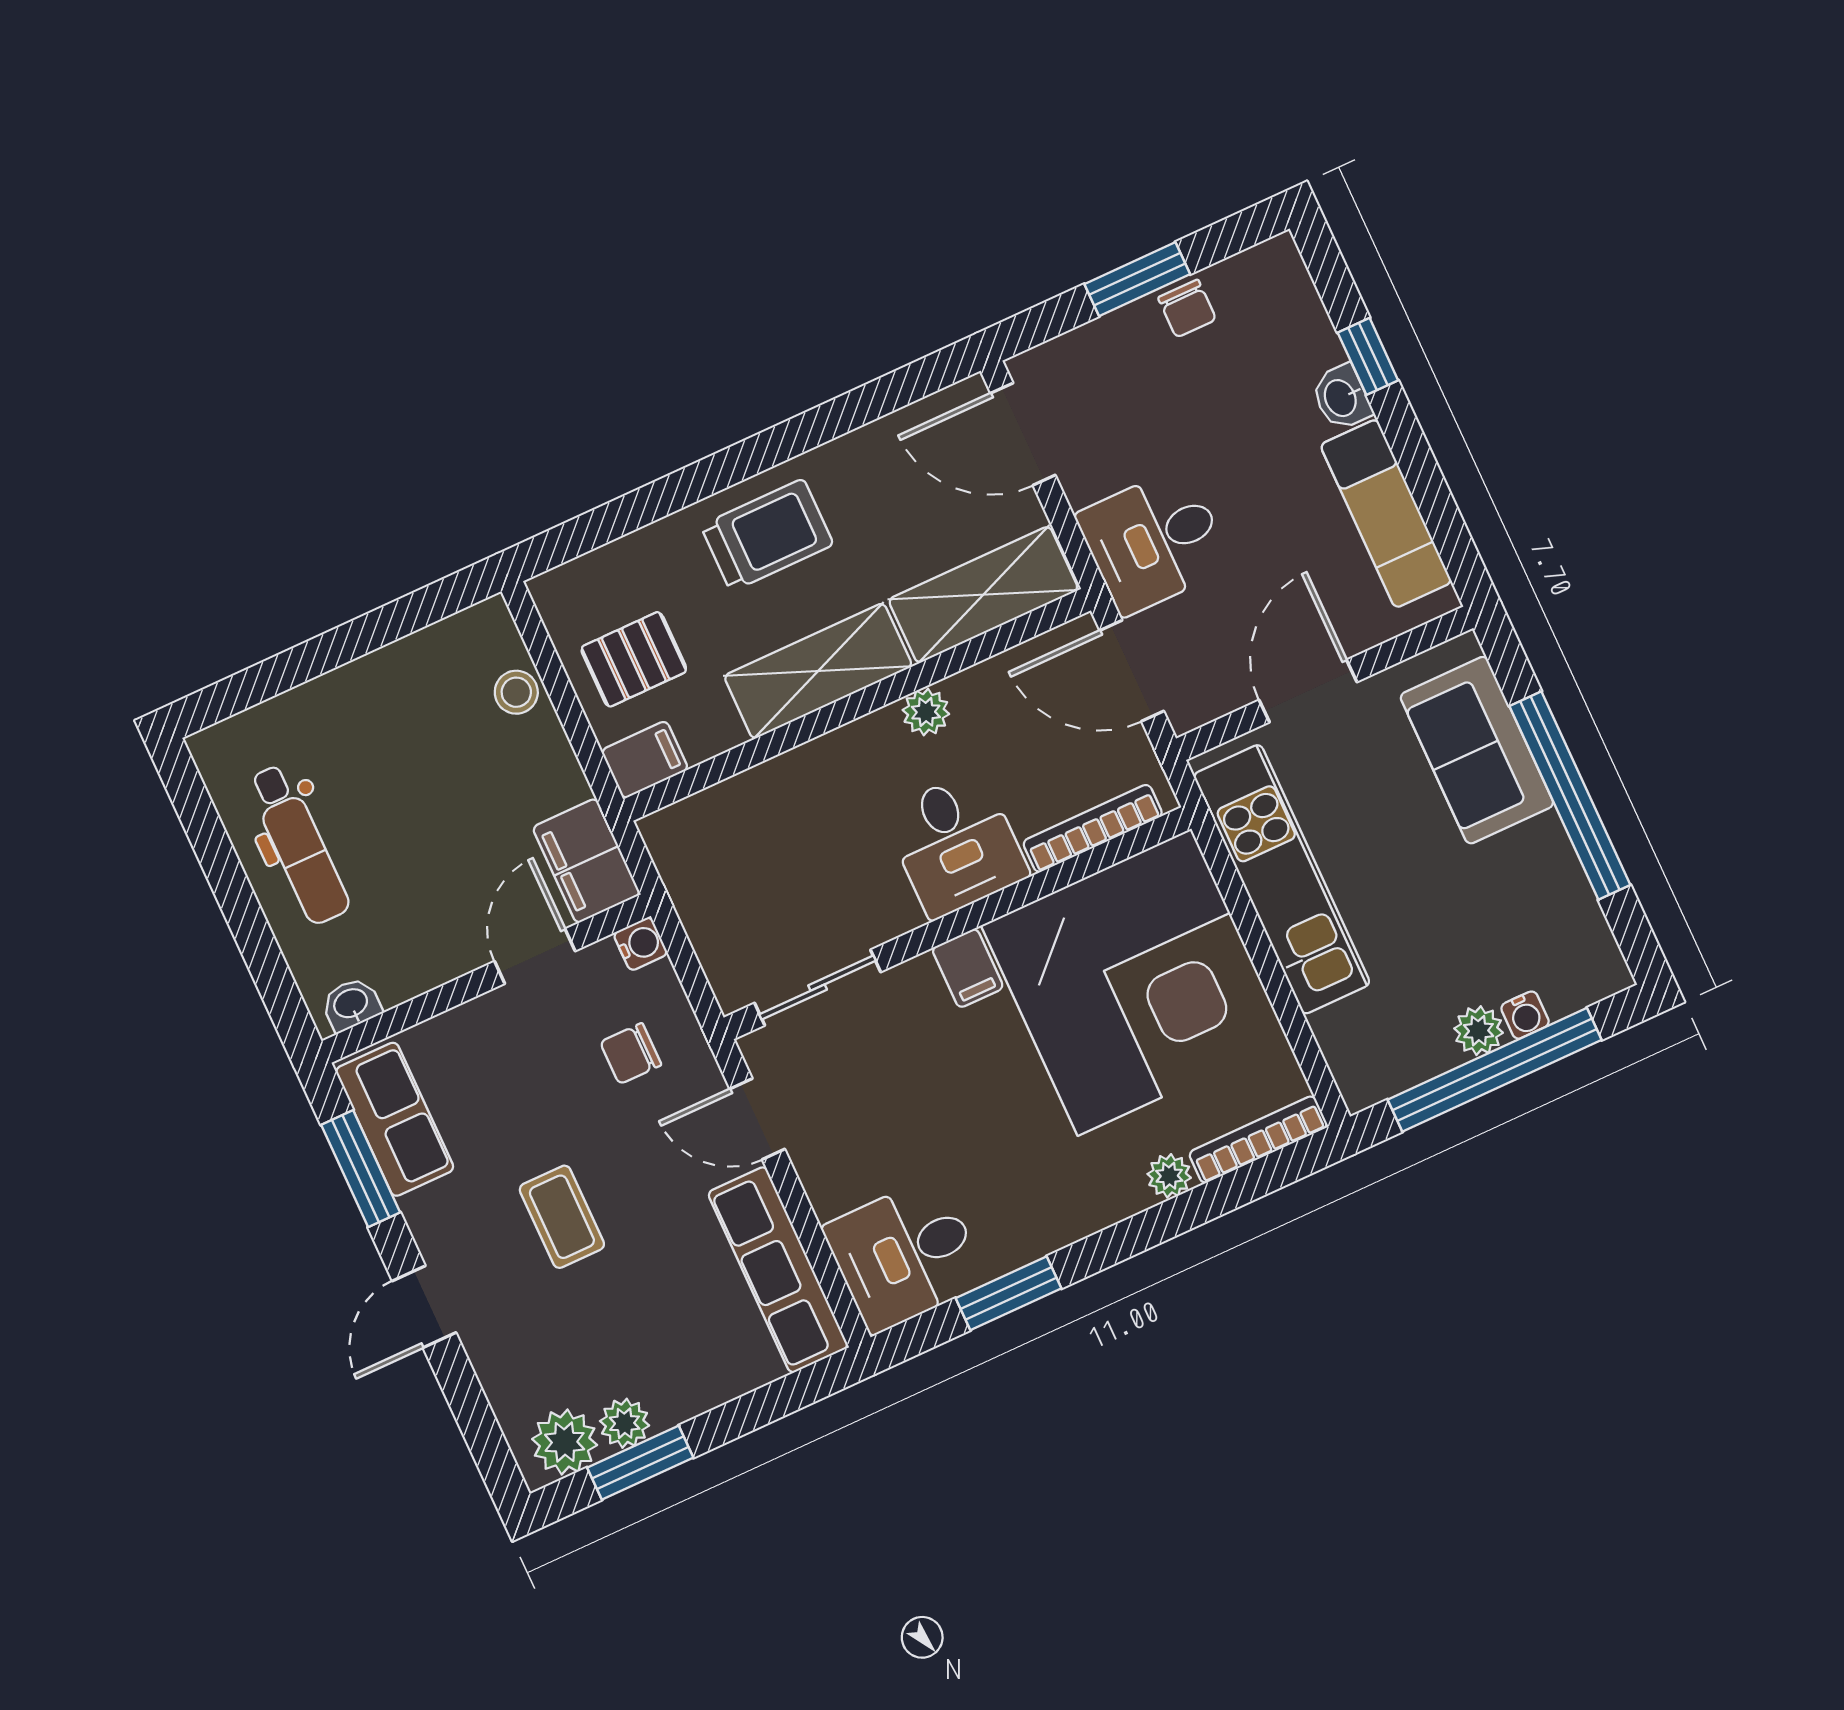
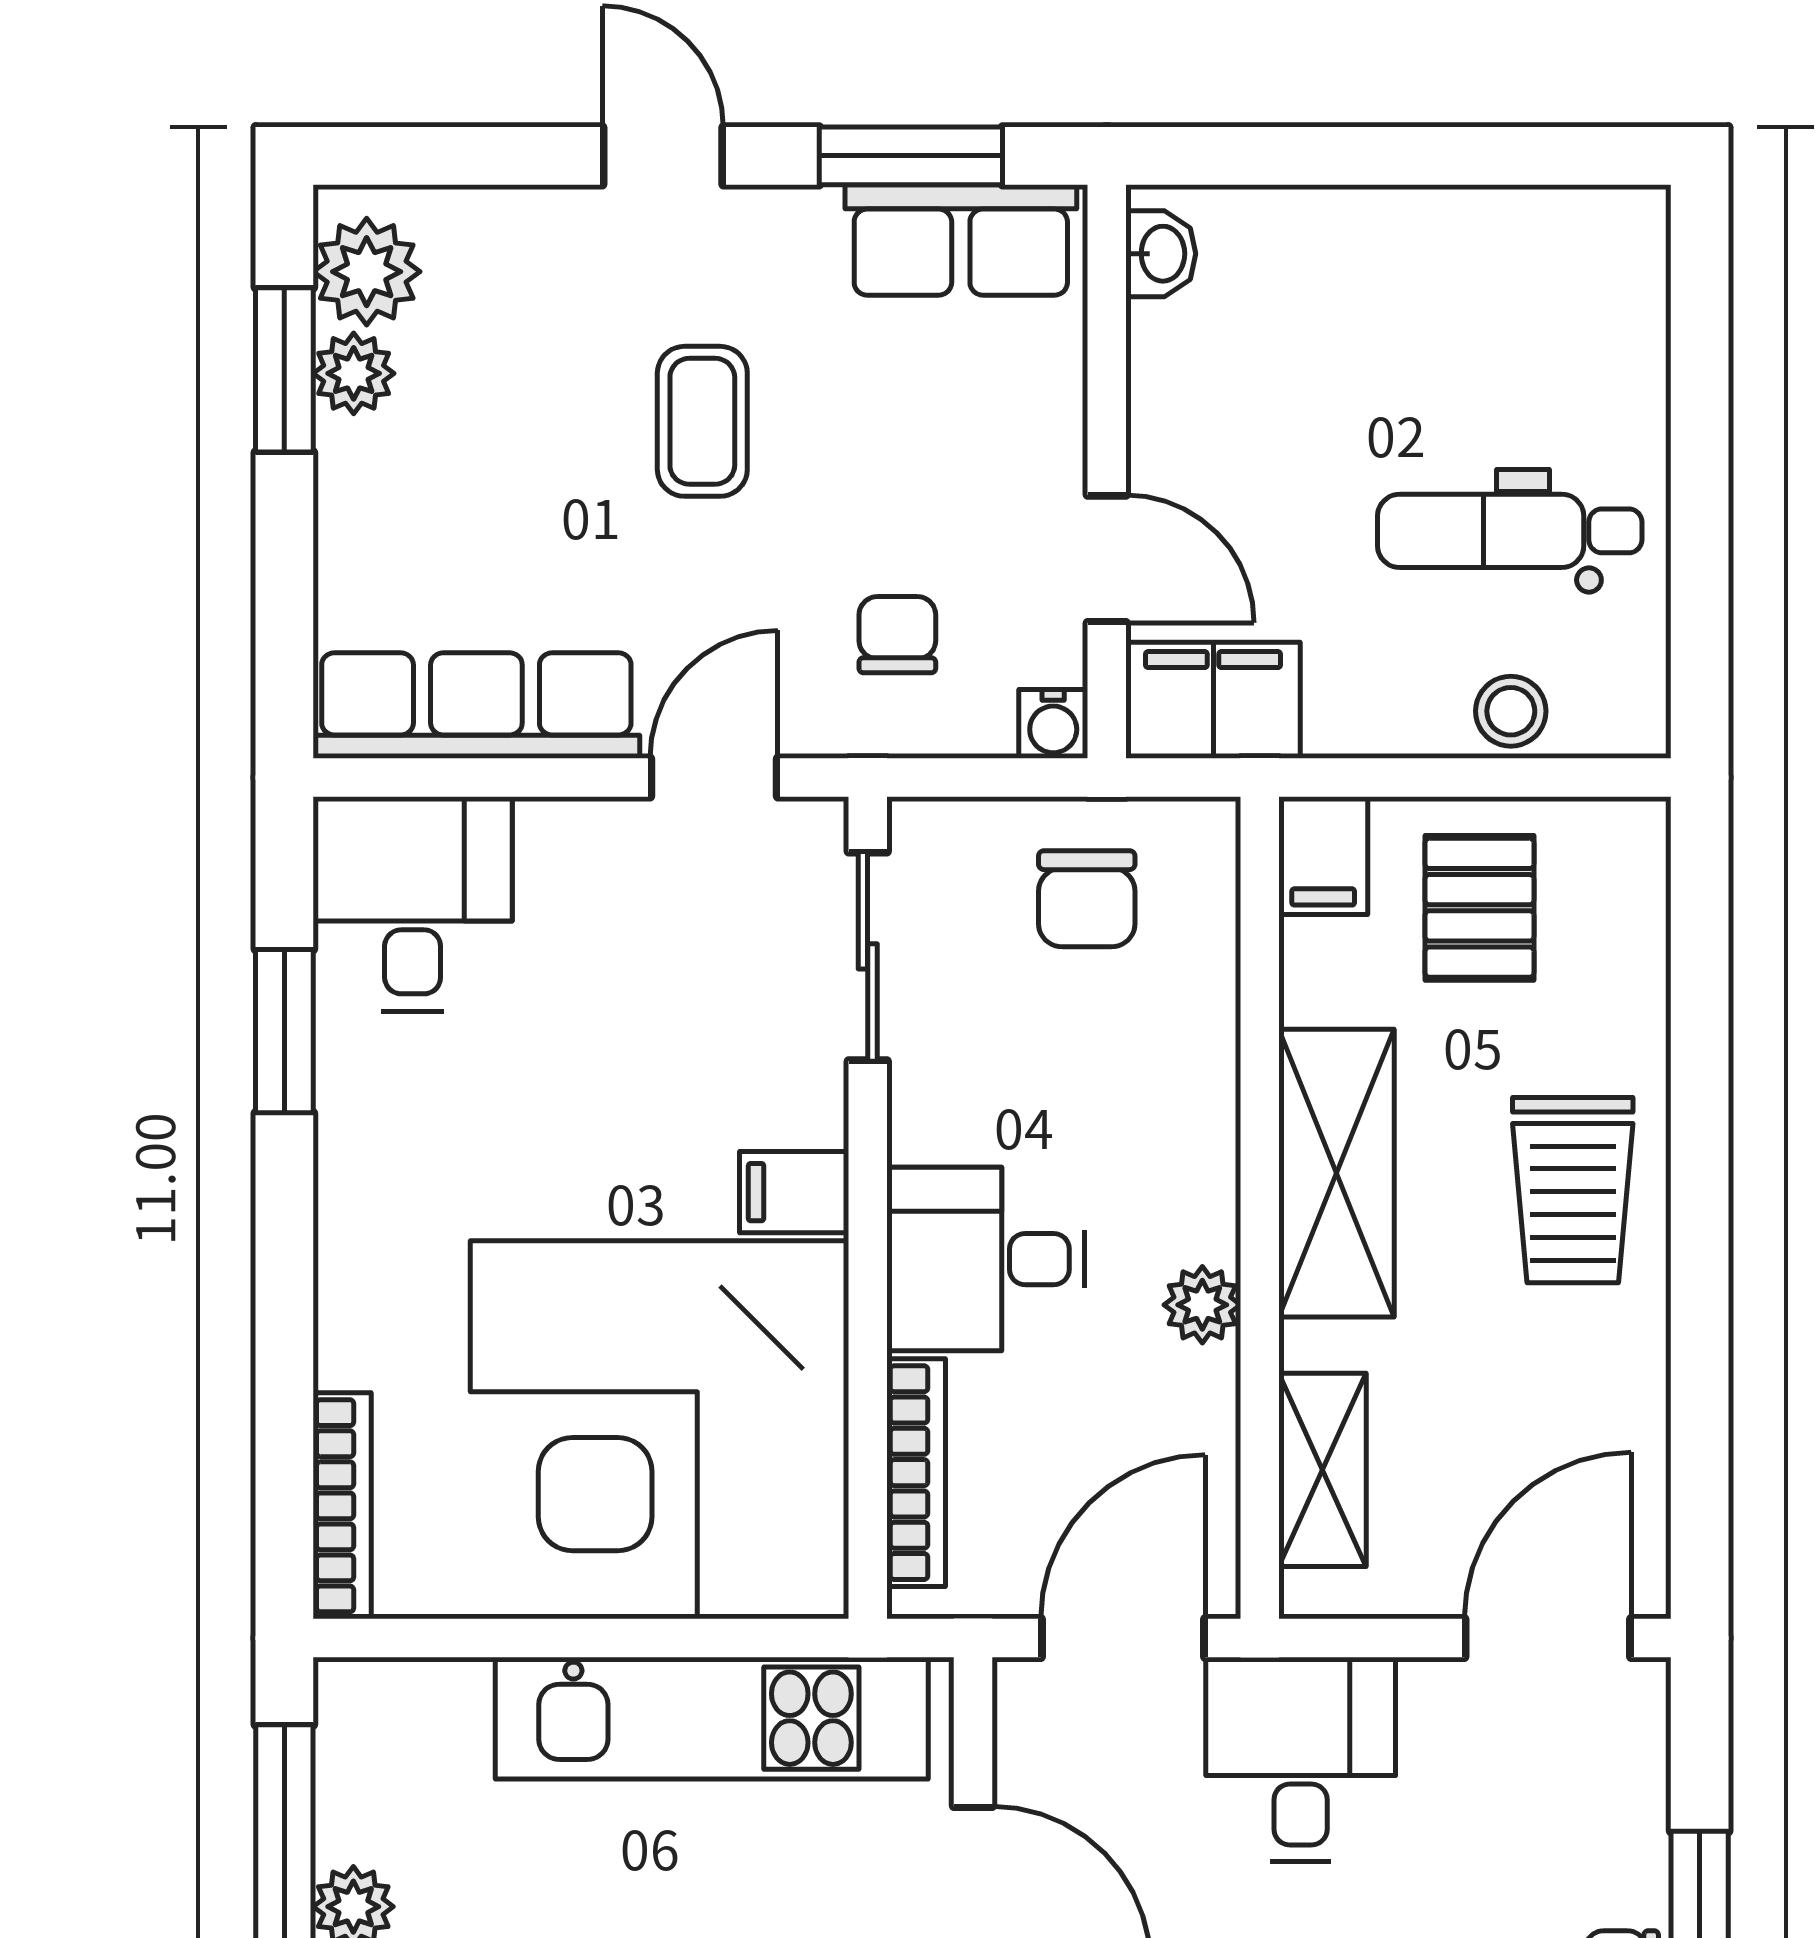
shelving: (983, 595) -> (1322, 1470), width x0.67, depth x0.75
dental chair: (299, 844) -> (1510, 531), moved
chair: (729, 880) -> (1087, 899), added
plant: (1169, 1176) -> (349, 1349), removed
coffee table: (562, 1217) -> (702, 421), turned 90

